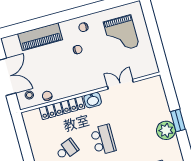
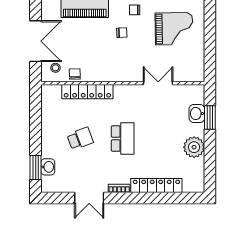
grand piano: (121, 34) -> (174, 29), turned -91
washbasin: (93, 100) -> (197, 114), moved, turned 90
window: (178, 121) -> (210, 117), moved

